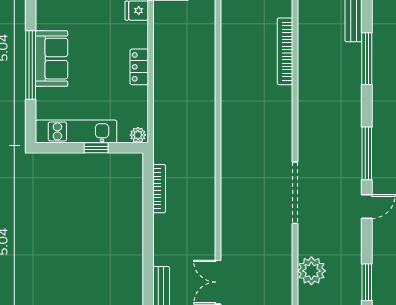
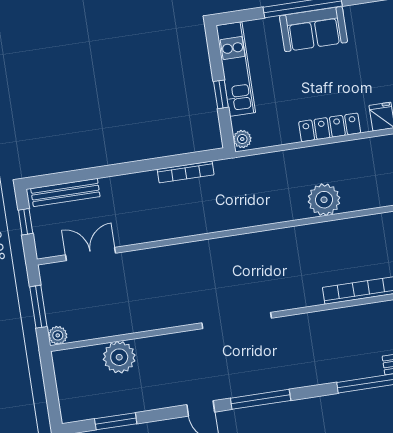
locker: (139, 67) -> (330, 127), width x1.53
plant: (201, 72) -> (324, 200), added
doorway: (295, 193) -> (237, 320), moved

